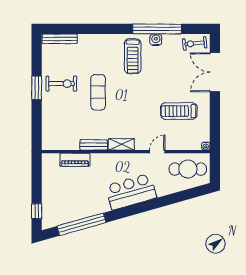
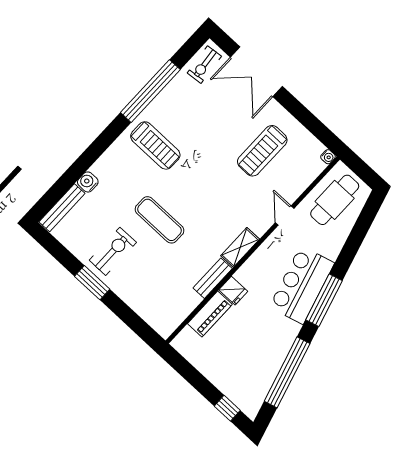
water cooler: (156, 40) -> (88, 182), moved
fridge: (97, 161) -> (233, 291), added
window: (134, 210) -> (324, 300), added

